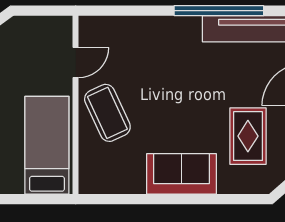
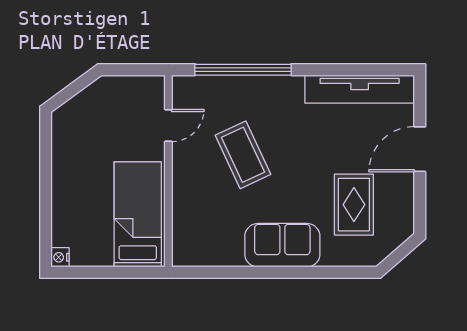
window: (219, 11) -> (243, 70), moved
coffee table: (107, 113) -> (243, 155), moved

